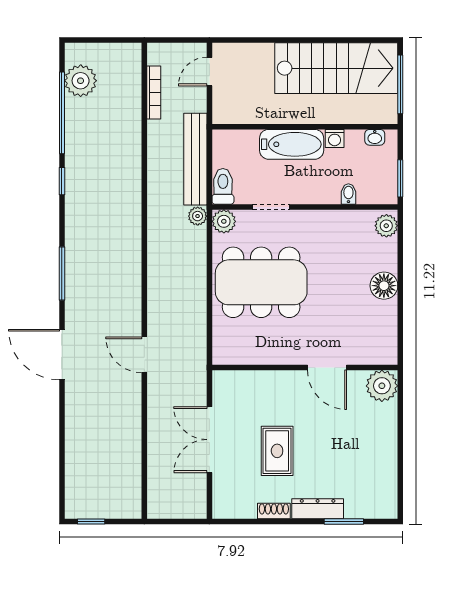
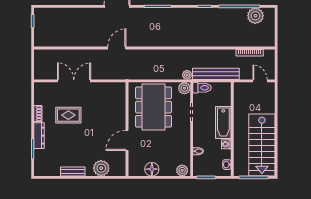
wall: (305, 367) -> (127, 129), moved
door: (327, 367) -> (127, 140), moved
bench: (389, 442) -> (73, 171), added

